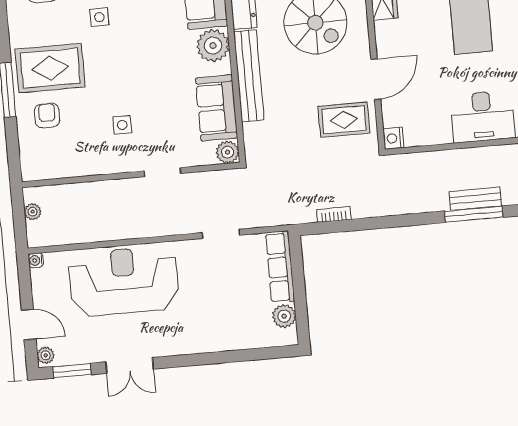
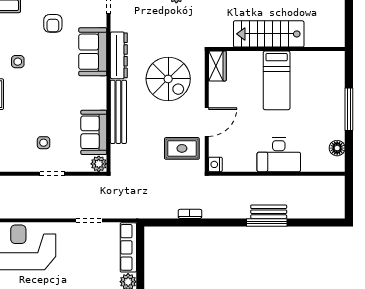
plant: (213, 46) -> (95, 89), removed
side table: (122, 125) -> (44, 143), moved
bookcase: (334, 214) -> (190, 214), moved

